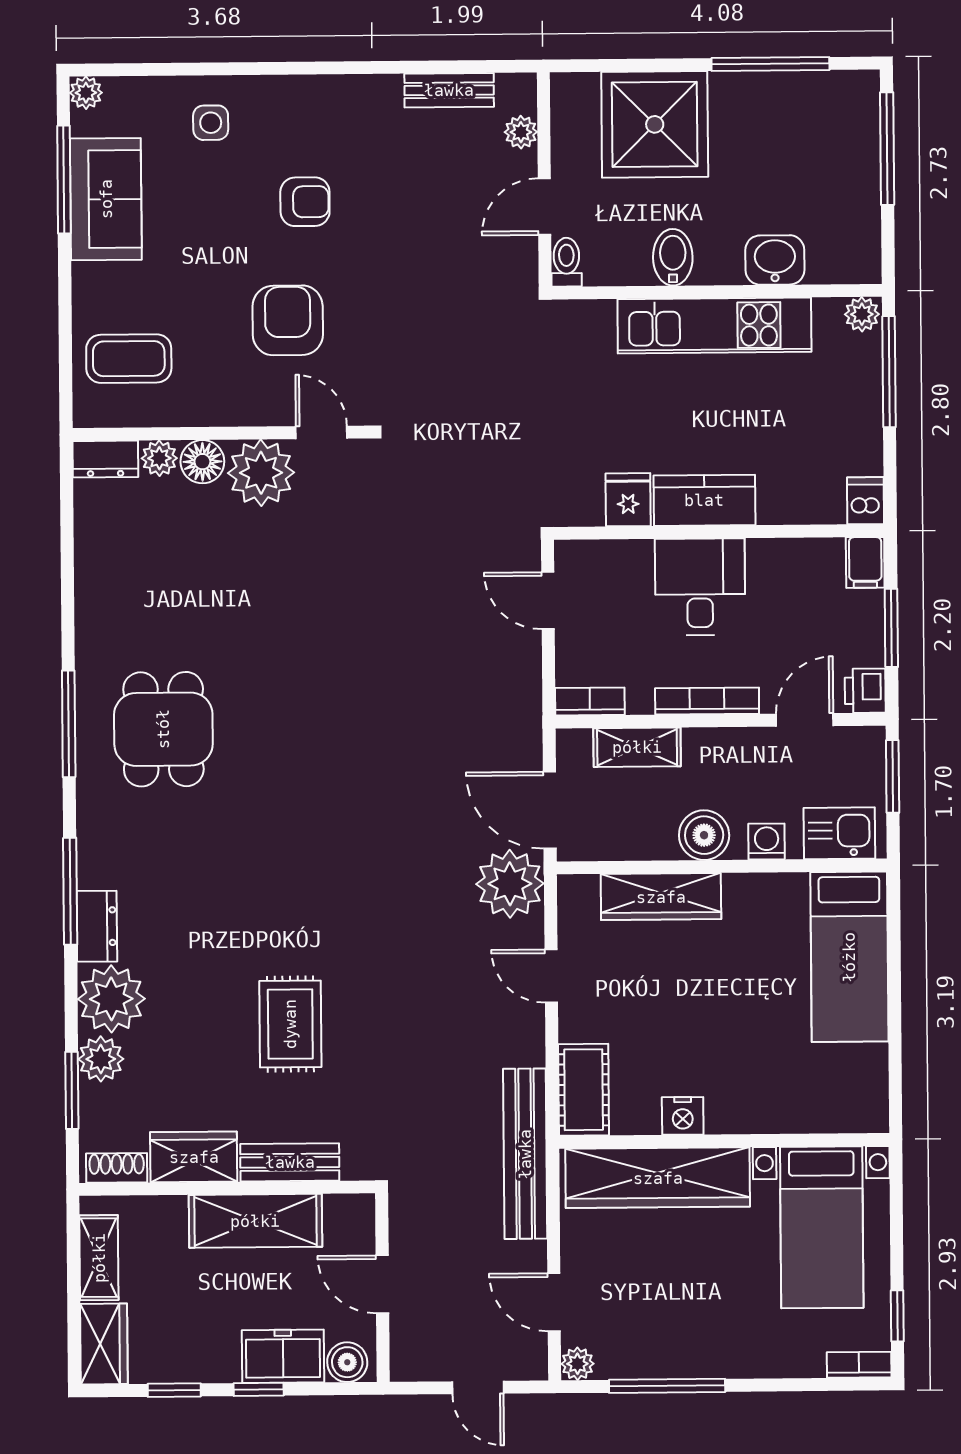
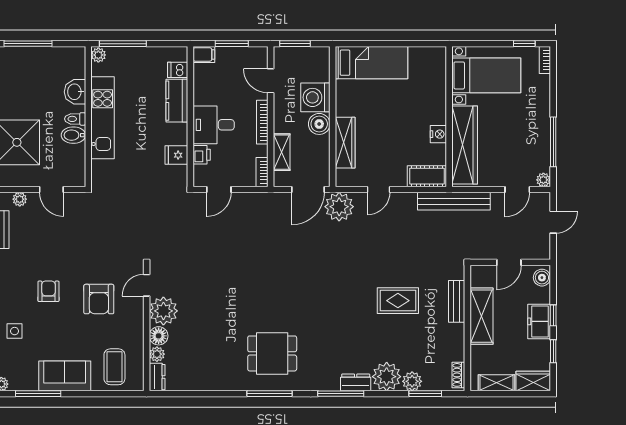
sofa: (106, 199) -> (65, 376), moved
toilet: (566, 262) -> (75, 119), moved
armchair: (288, 320) -> (99, 299), turned -90
kitchen counter: (704, 500) -> (177, 101), moved
dishwasher: (865, 501) -> (178, 70), moved
printer: (865, 691) -> (202, 155), moved, turned -90
kitchen sink: (839, 833) -> (319, 66), removed
washing machine: (767, 842) -> (315, 97), width x1.89, depth x1.89
wardrobe: (194, 1157) -> (454, 342), removed
freezer: (283, 1356) -> (539, 321), moved

